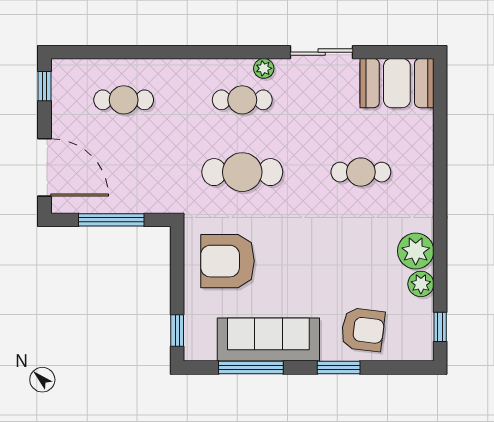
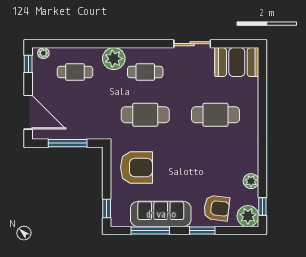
plant: (70, 68) -> (43, 53), added
plant: (264, 68) -> (114, 59), moved, width x1.87, depth x1.87
cafe table: (361, 172) -> (215, 115), width x1.37, depth x1.35
plant: (416, 251) -> (248, 216), moved
armchair: (228, 261) -> (136, 167), turned 180

